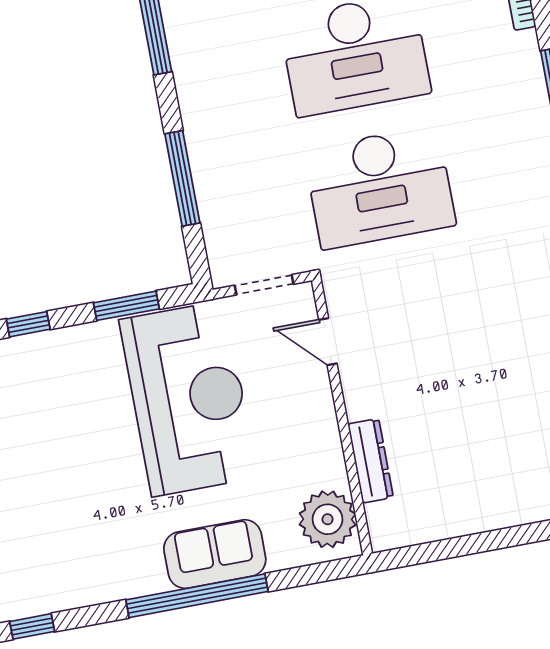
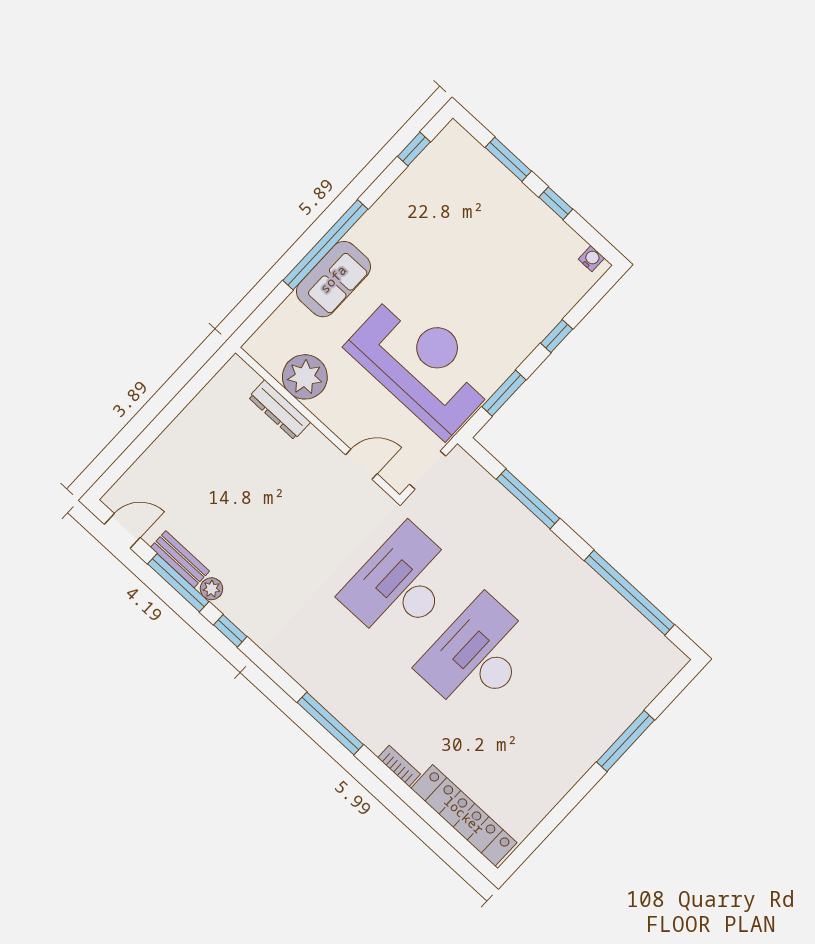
reception desk: (188, 399) -> (422, 364), turned 180
plant: (328, 519) -> (305, 377), moved

